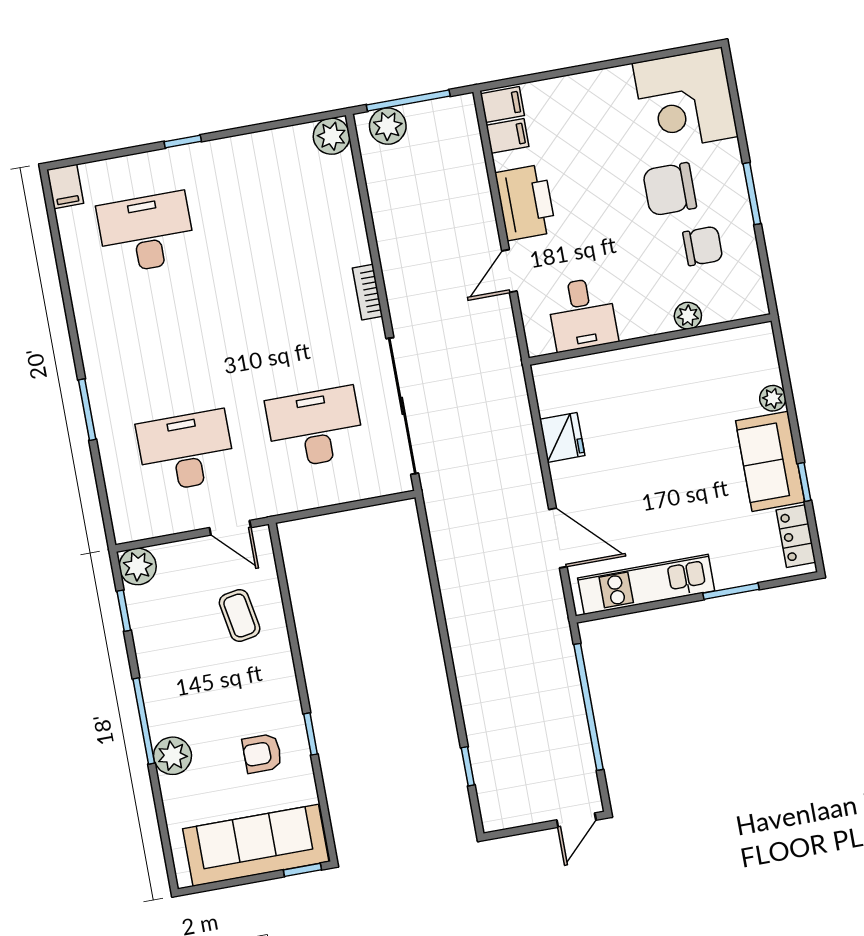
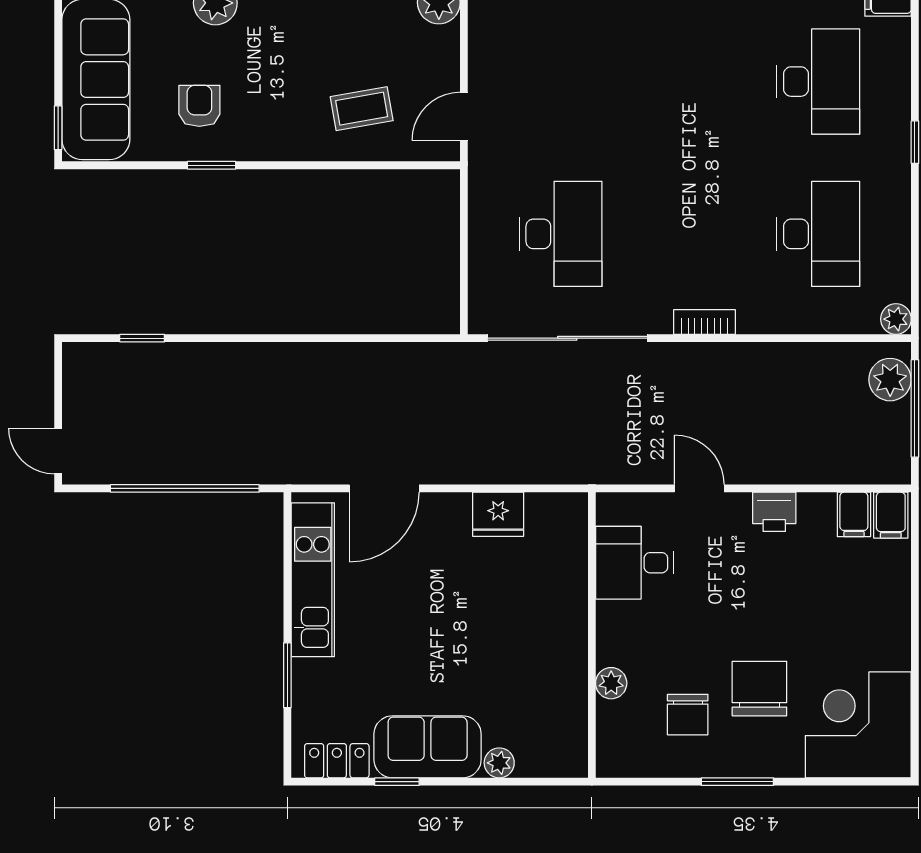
plant: (332, 136) -> (896, 319), width x0.73, depth x0.73
printer: (526, 202) -> (774, 512), width x0.53, depth x0.68
desk: (186, 451) -> (818, 234), moved

